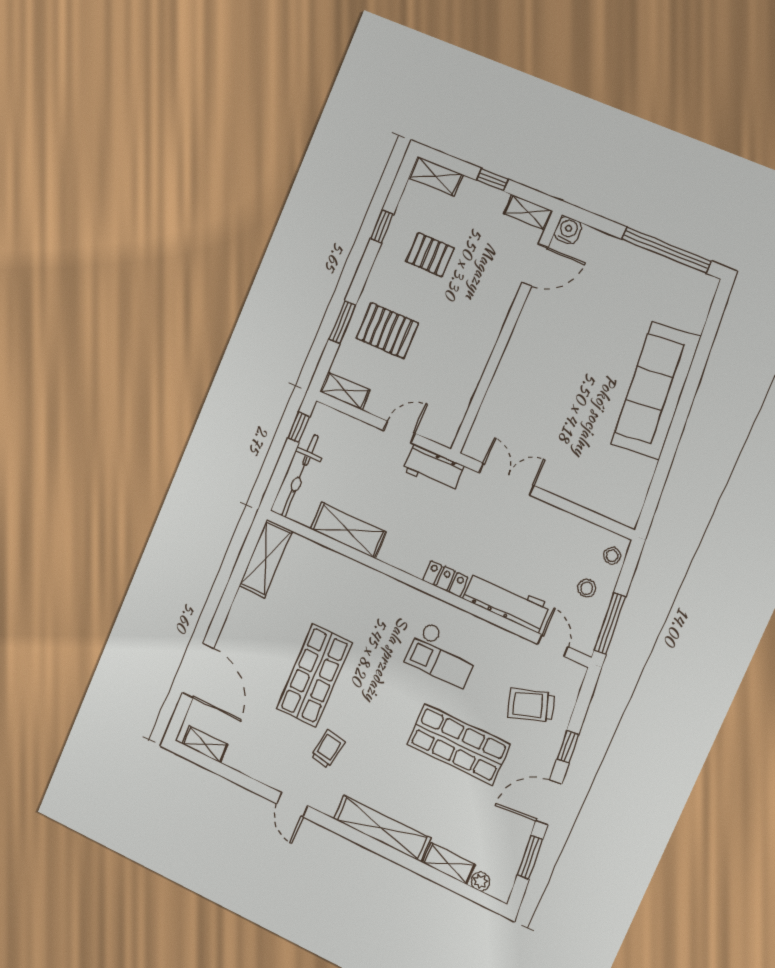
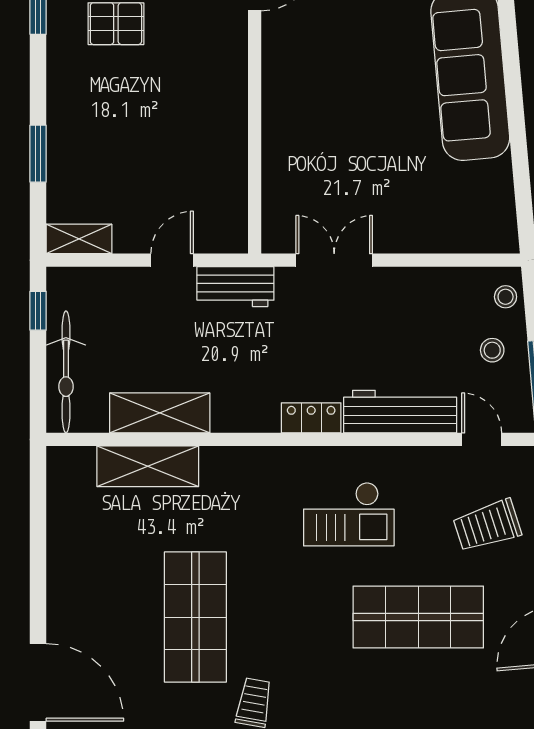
pallet: (387, 331) -> (101, 140), removed
shelving: (266, 558) -> (148, 466), moved, turned 90

